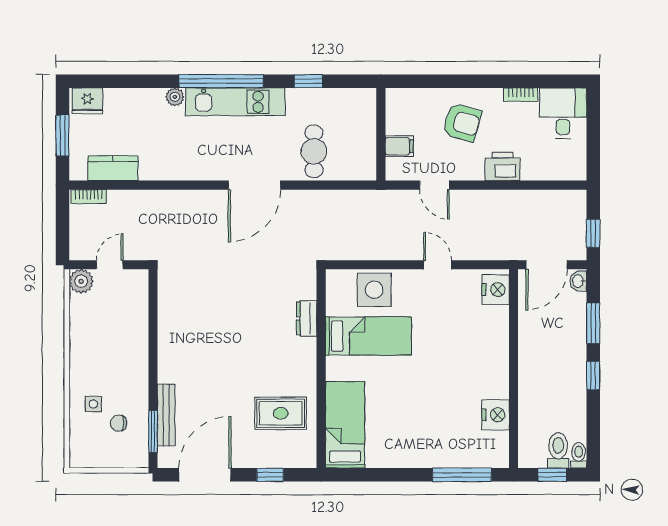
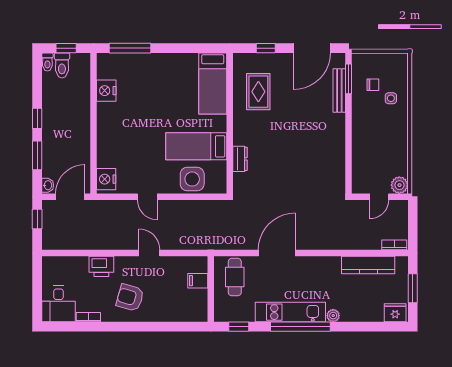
wall: (381, 134) -> (211, 289), moved
filing cabinet: (399, 146) -> (198, 281), moved
kitchen counter: (113, 168) -> (368, 265), width x1.50
rug: (281, 413) -> (258, 92), turned 90

